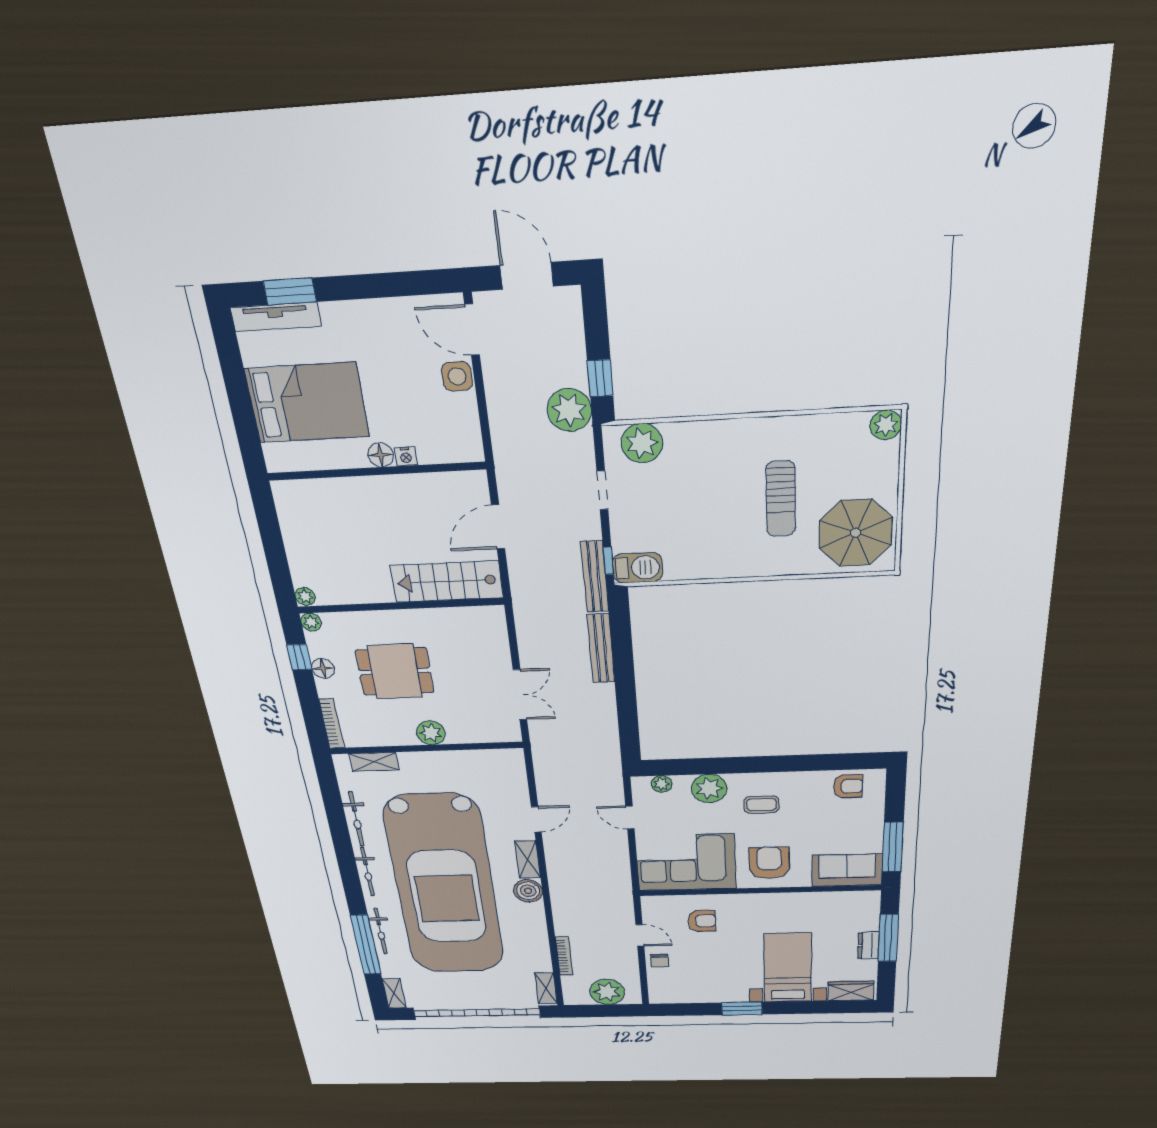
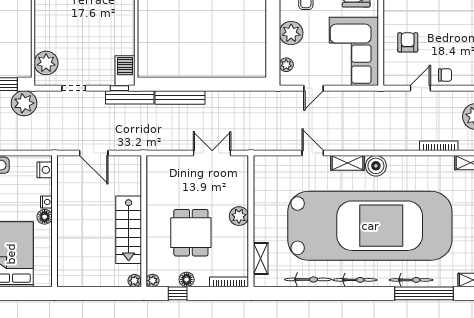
nightstand: (459, 451) -> (45, 170), added
stairs: (447, 582) -> (129, 230), moved

